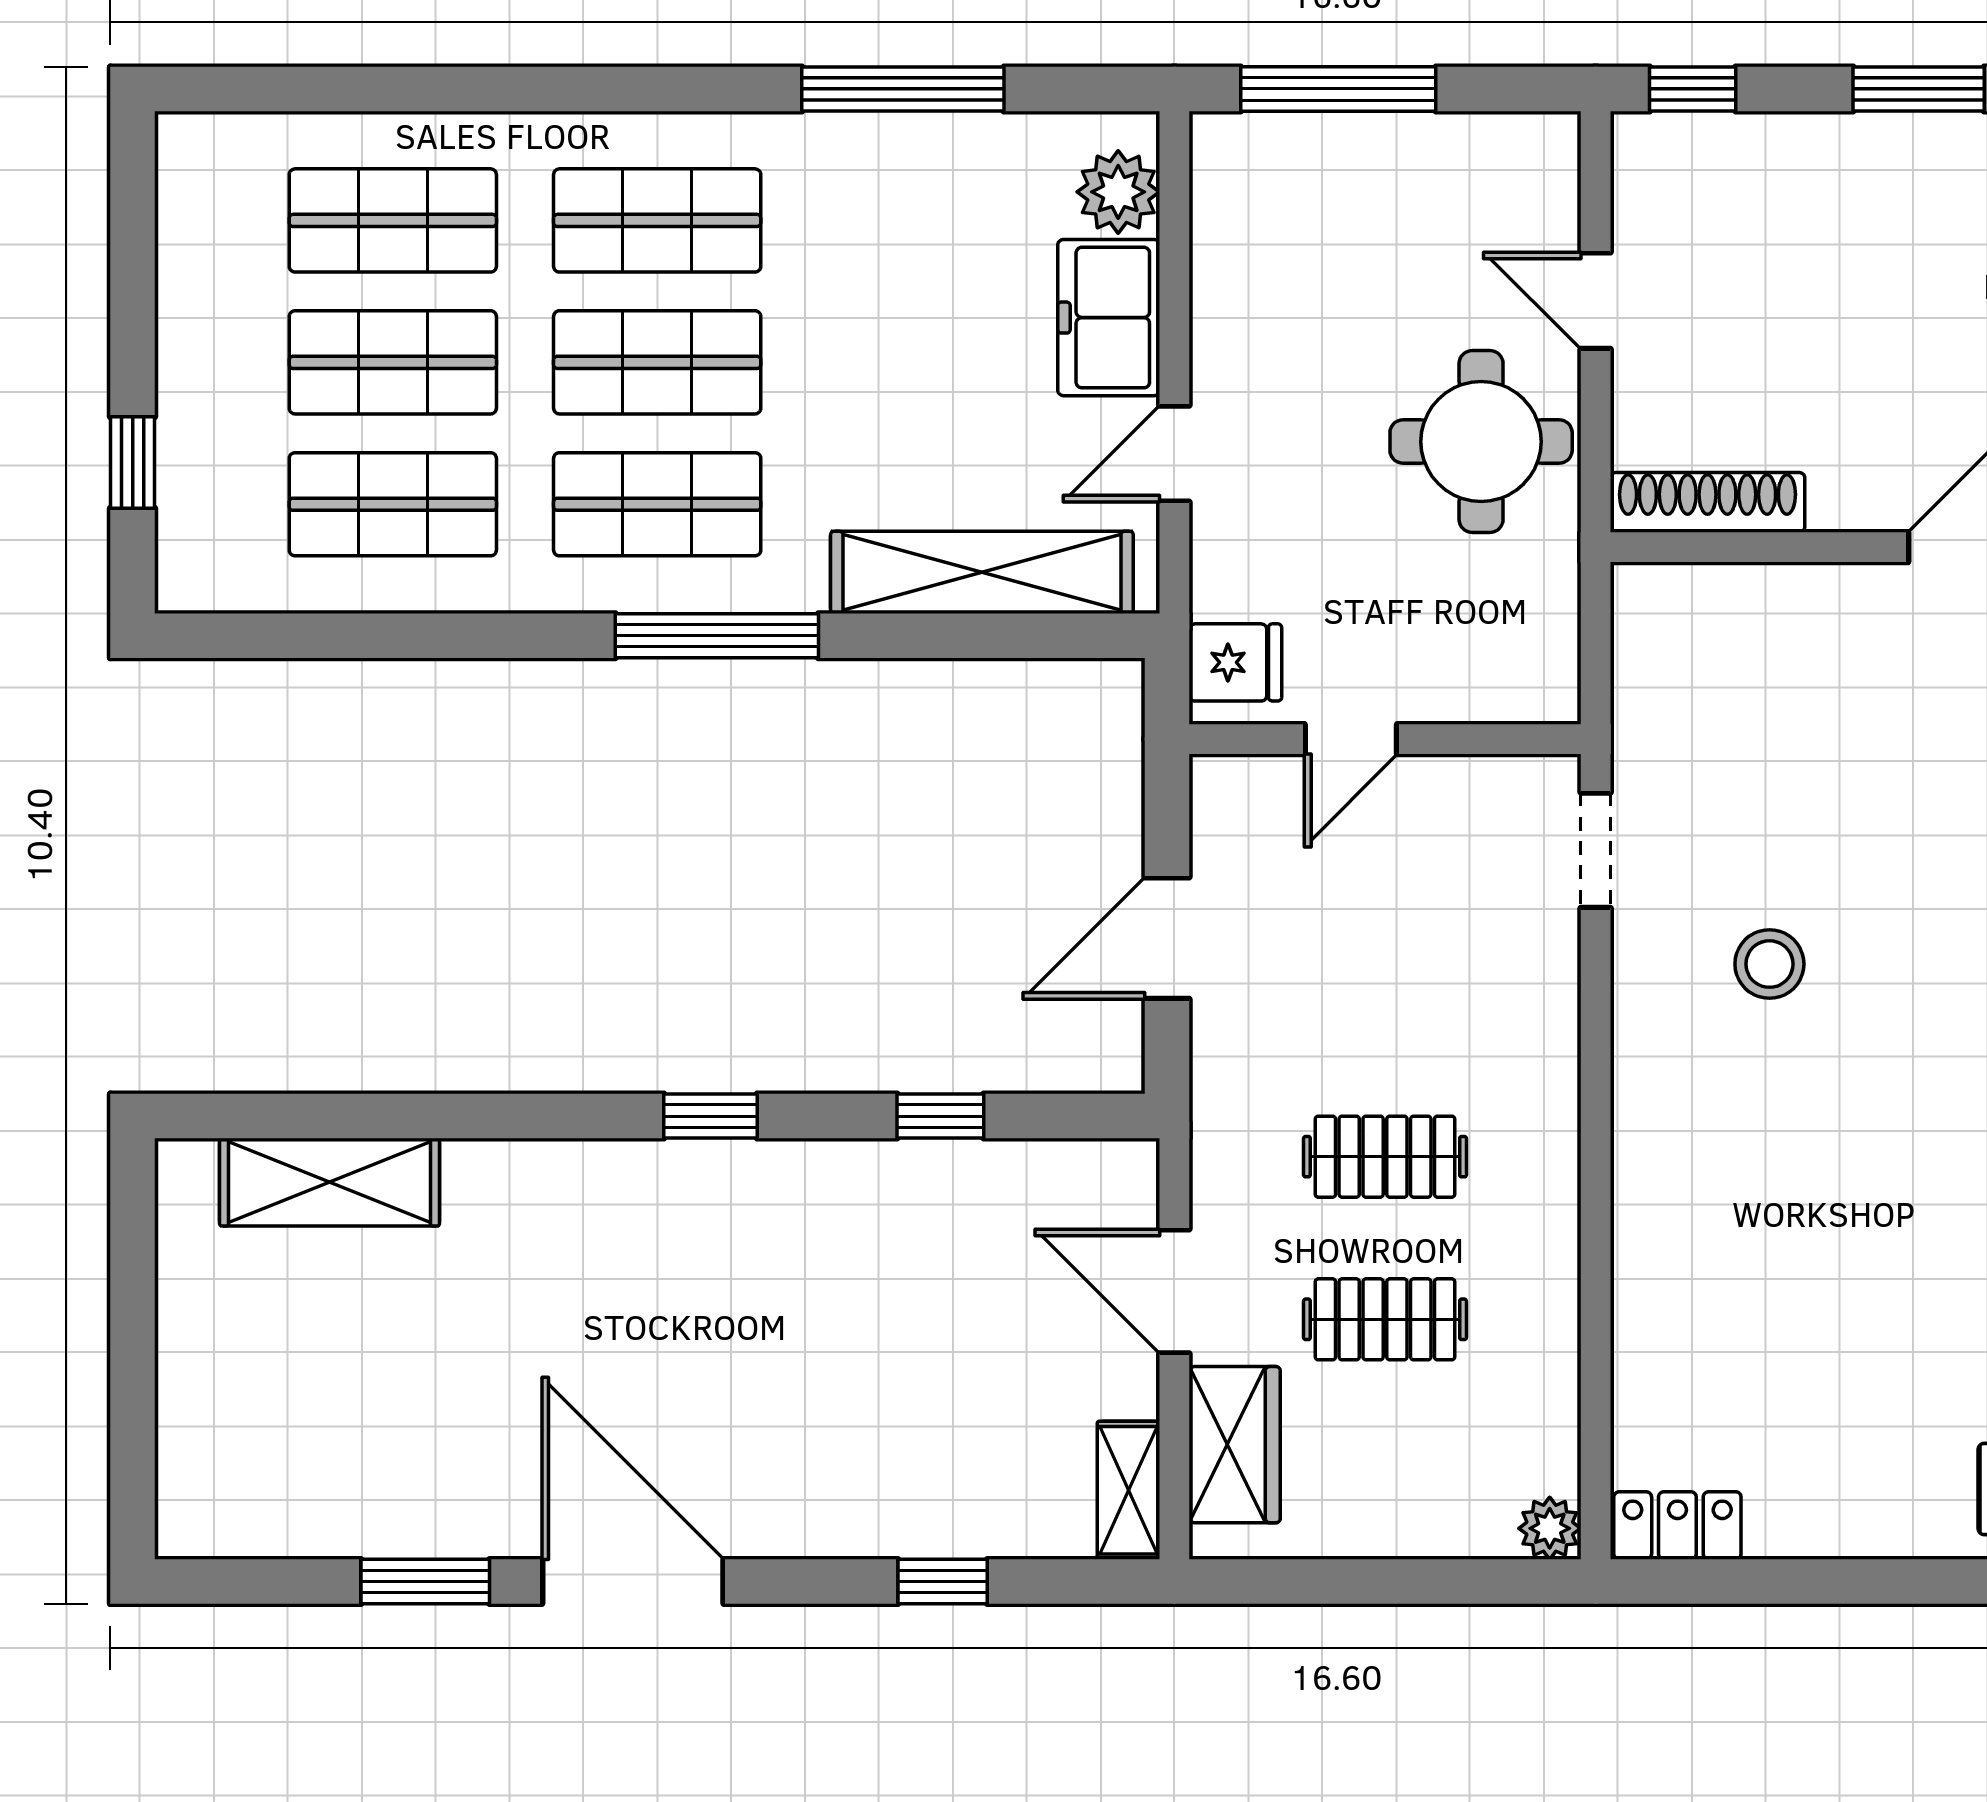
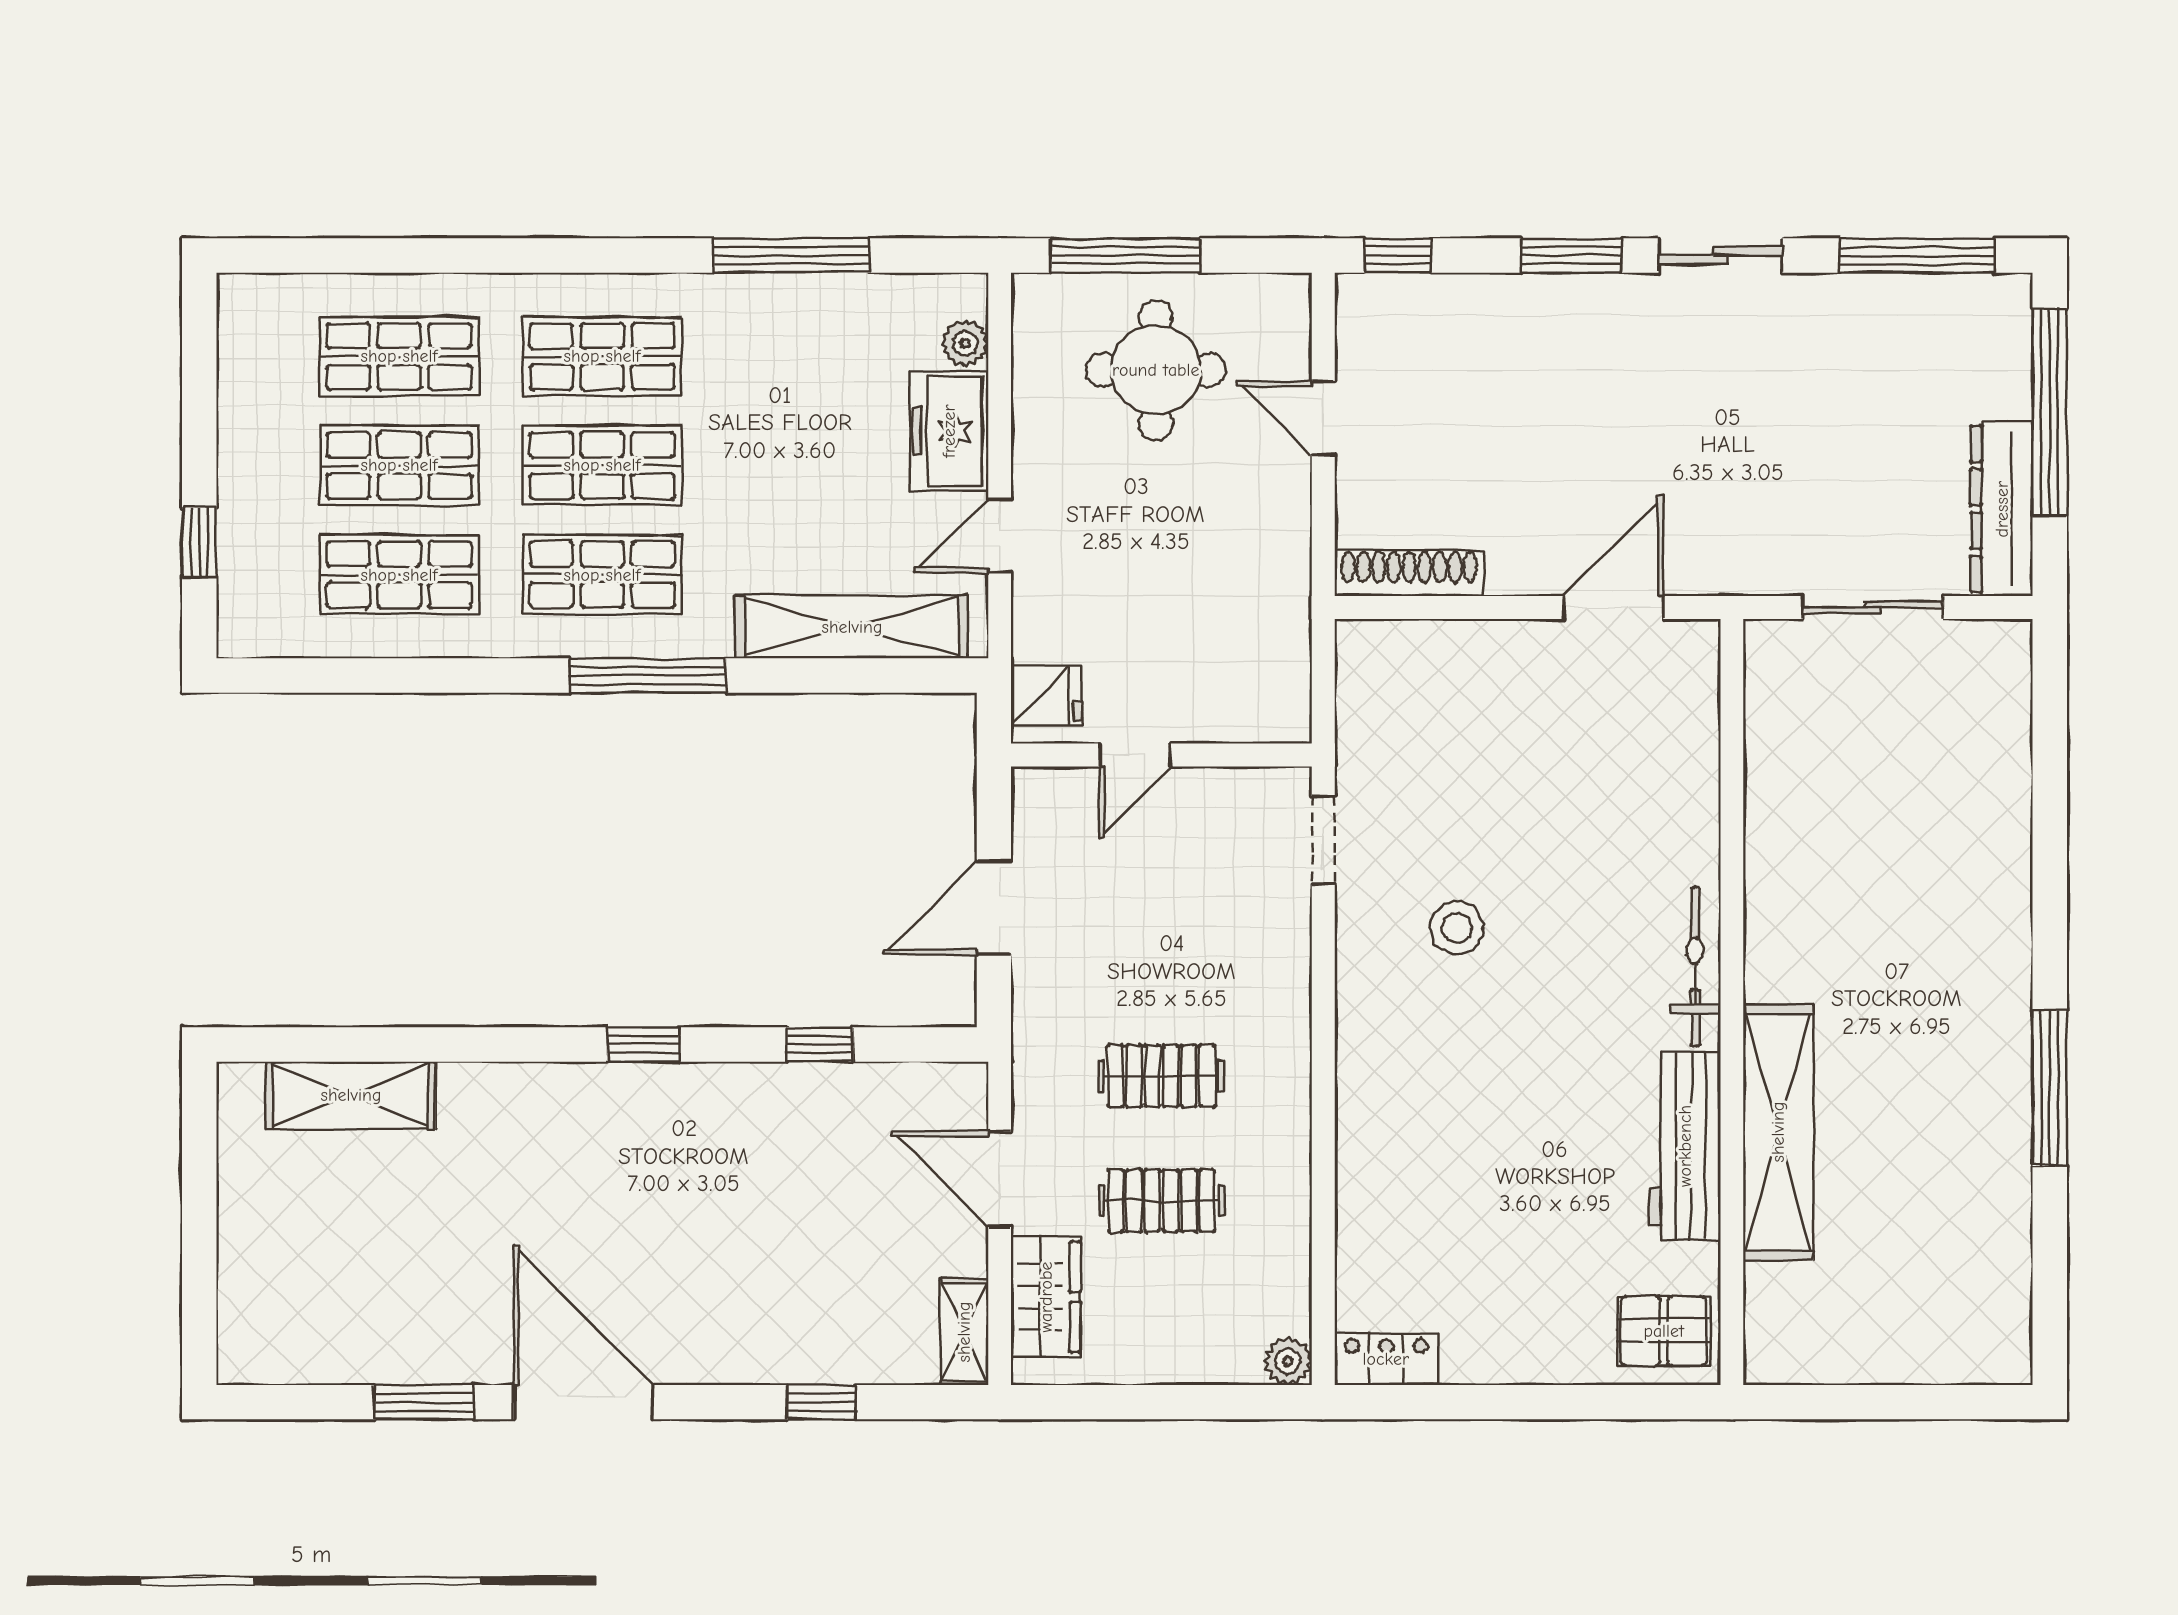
plant: (1118, 192) -> (965, 343), width x0.73, depth x0.73
round table: (1481, 442) -> (1156, 370), moved

